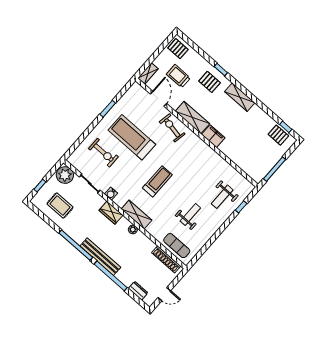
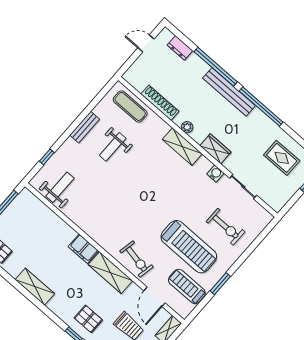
shelving: (240, 97) -> (35, 287), moved
exercise bike: (103, 153) -> (226, 227), turned 180
plant: (65, 175) -> (275, 197), removed
treadmill: (157, 181) -> (187, 286), moved, turned 90
weight bench: (222, 197) -> (60, 187), moved
bench: (212, 230) -> (85, 127), added
shoe rack: (166, 259) -> (160, 103), moved

